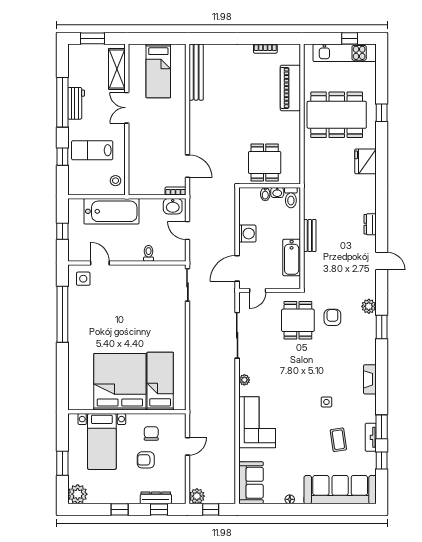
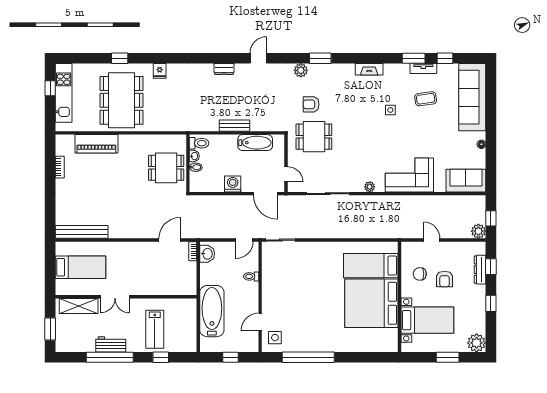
fridge: (365, 161) -> (160, 71), width x0.53, depth x0.75
stool: (116, 181) -> (183, 307), removed
door: (187, 230) -> (244, 240), moved

